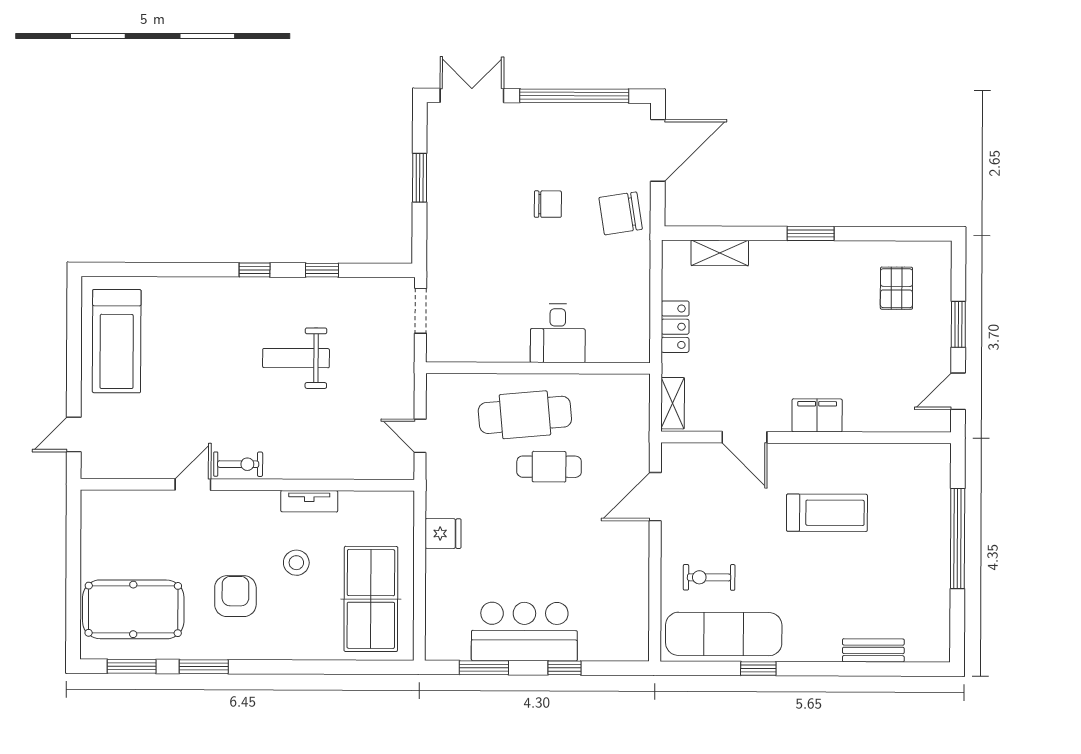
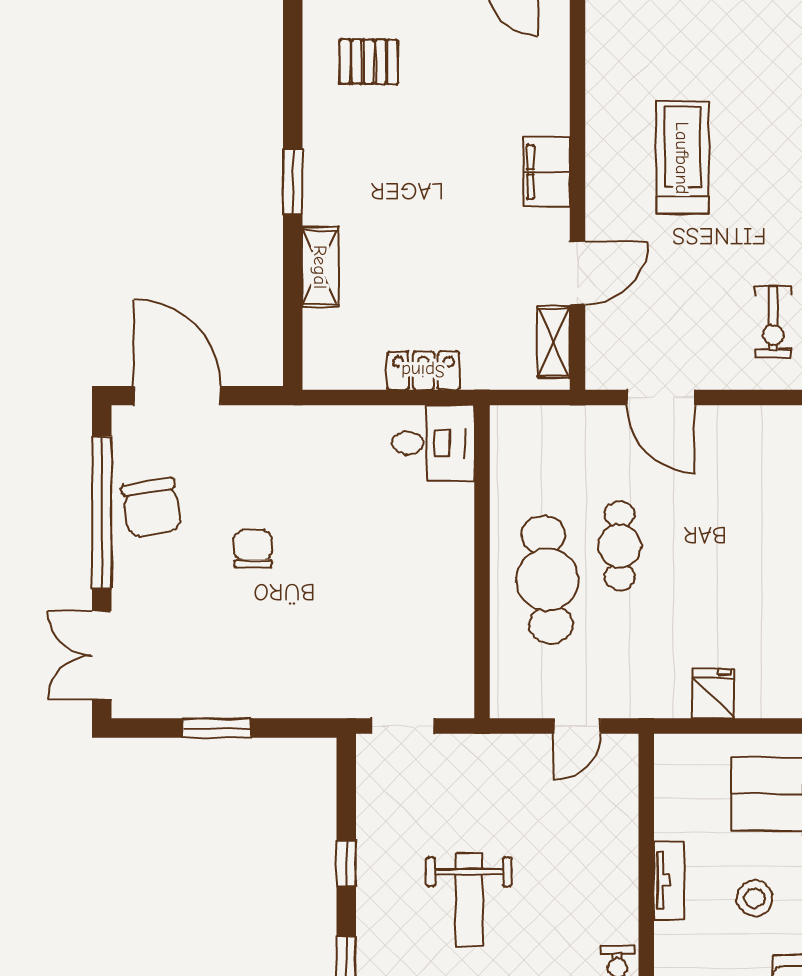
chair: (621, 213) -> (151, 508), moved
shelving: (720, 253) -> (320, 267), moved
desk: (558, 333) -> (433, 443), moved
shelving: (673, 403) -> (554, 342), moved, turned 90

